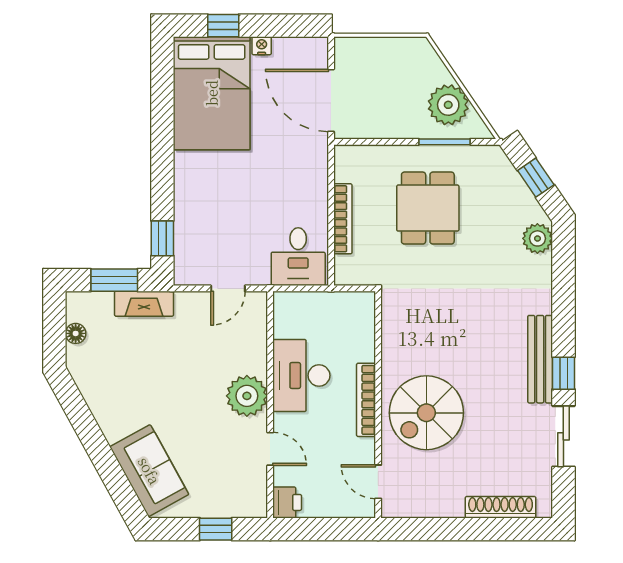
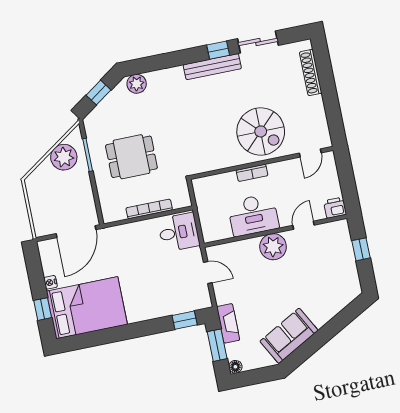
floor lamp: (76, 333) -> (235, 367), moved
bookcase: (366, 400) -> (252, 173), width x0.64
sofa: (149, 471) -> (289, 336), moved

